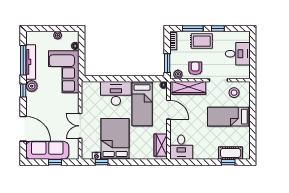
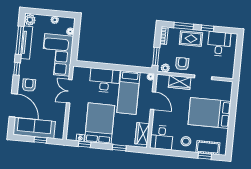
desk: (238, 54) -> (219, 44), moved, turned -90
plant: (32, 86) -> (30, 20), moved
wardrobe: (189, 88) -> (180, 82), width x0.67
stool: (234, 93) -> (186, 141), moved
armchair: (37, 106) -> (29, 85), added
bed: (229, 117) -> (210, 113), width x1.50
double door: (80, 126) -> (69, 91), moved
window: (138, 162) -> (119, 148), added

